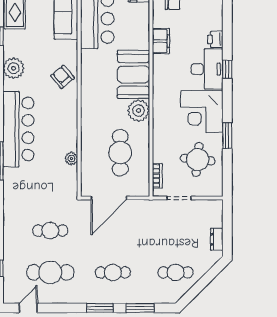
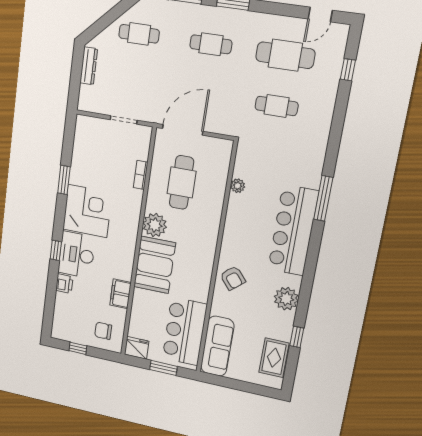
round table: (198, 160) -> (98, 160), removed
bookcase: (157, 176) -> (141, 175), moved
door: (109, 198) -> (183, 130), moved
dresser: (217, 239) -> (89, 66), width x1.44

